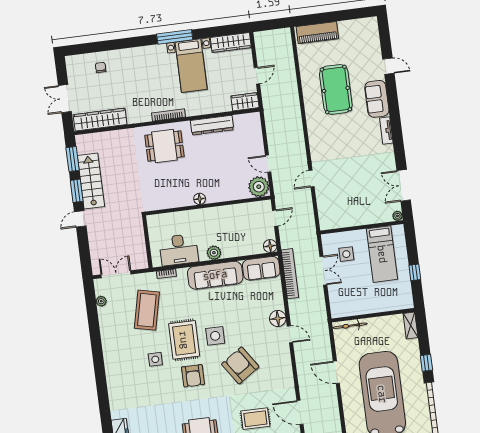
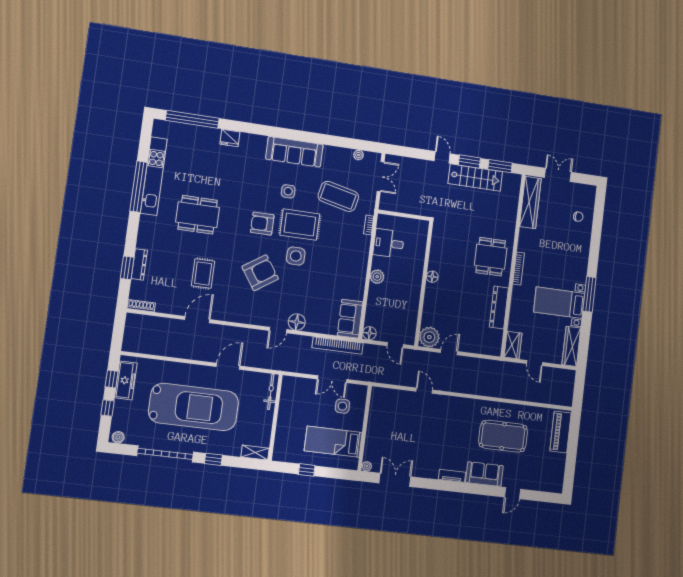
desk: (179, 250) -> (389, 243), width x0.73
sofa: (215, 275) -> (294, 152), moved, turned -90

